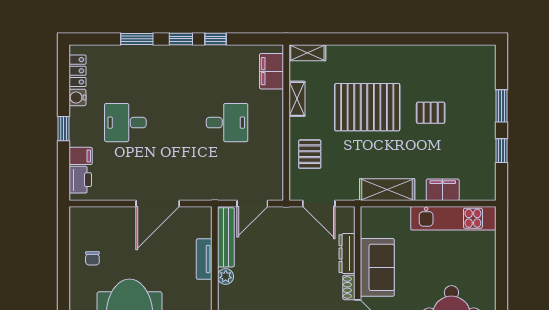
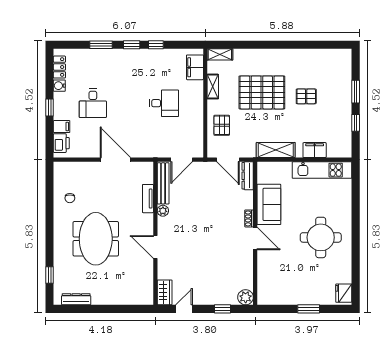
desk: (125, 123) -> (93, 103), turned -90
door: (158, 203) -> (115, 160), swing flipped
dresser: (347, 254) -> (248, 176), moved

